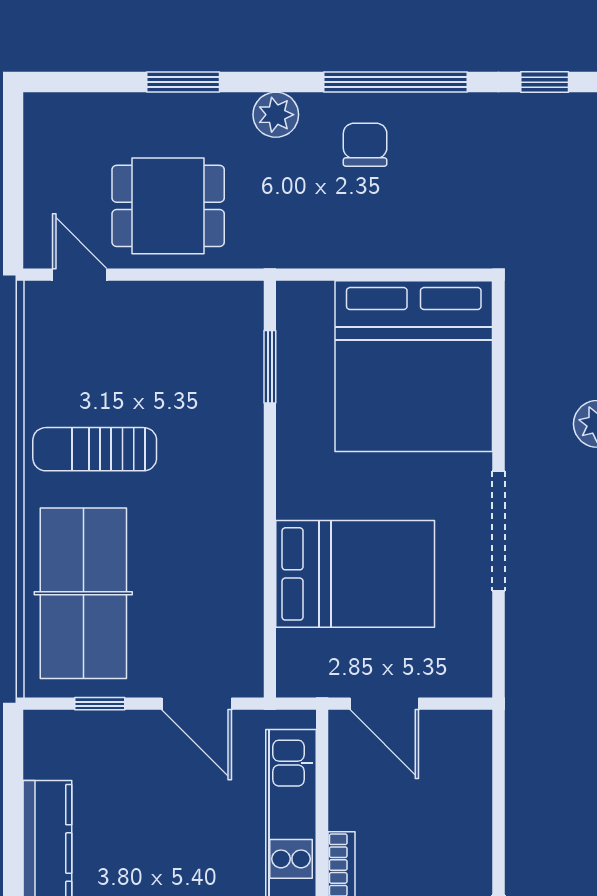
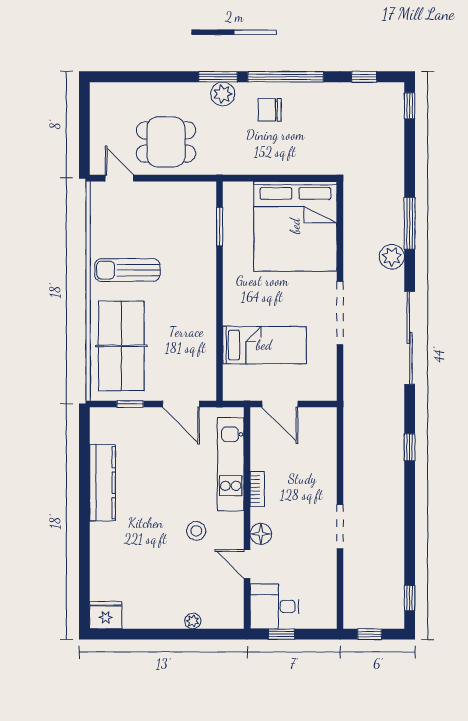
window: (183, 82) -> (218, 77), moved
chair: (365, 145) -> (270, 110), turned -90
bed: (355, 574) -> (264, 345), width x0.67

